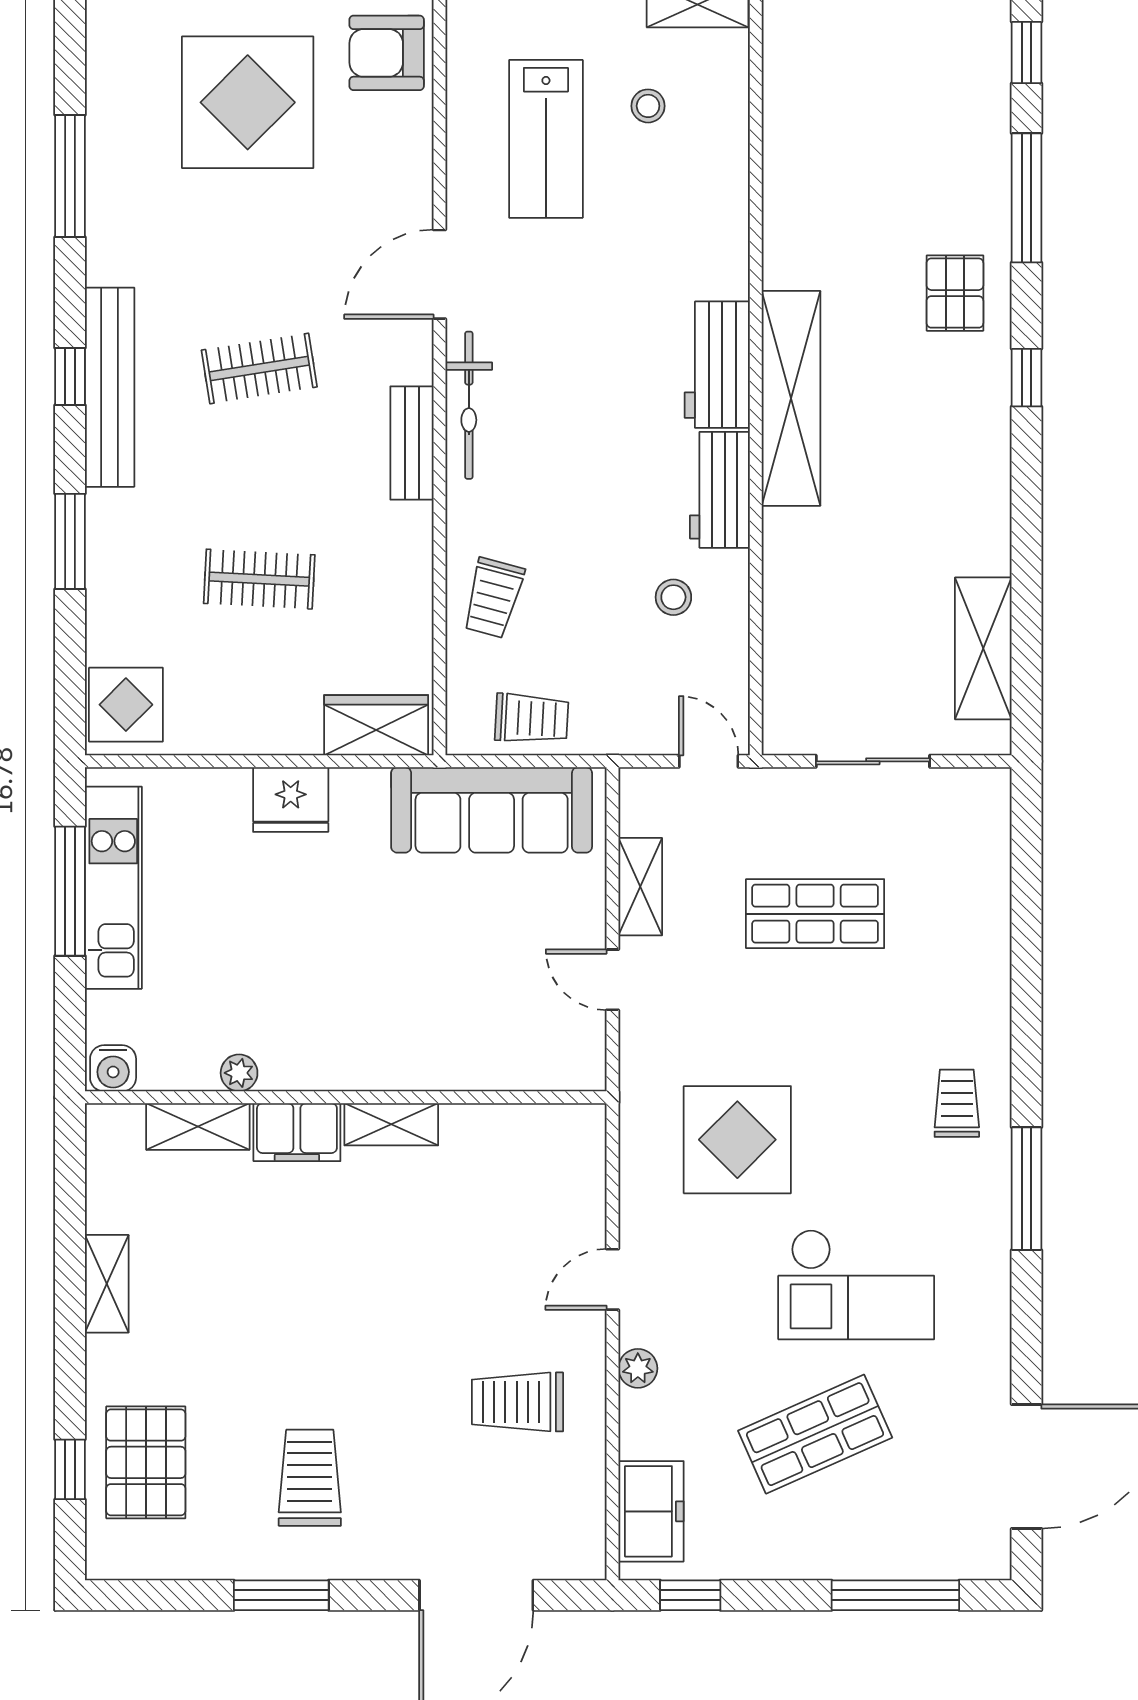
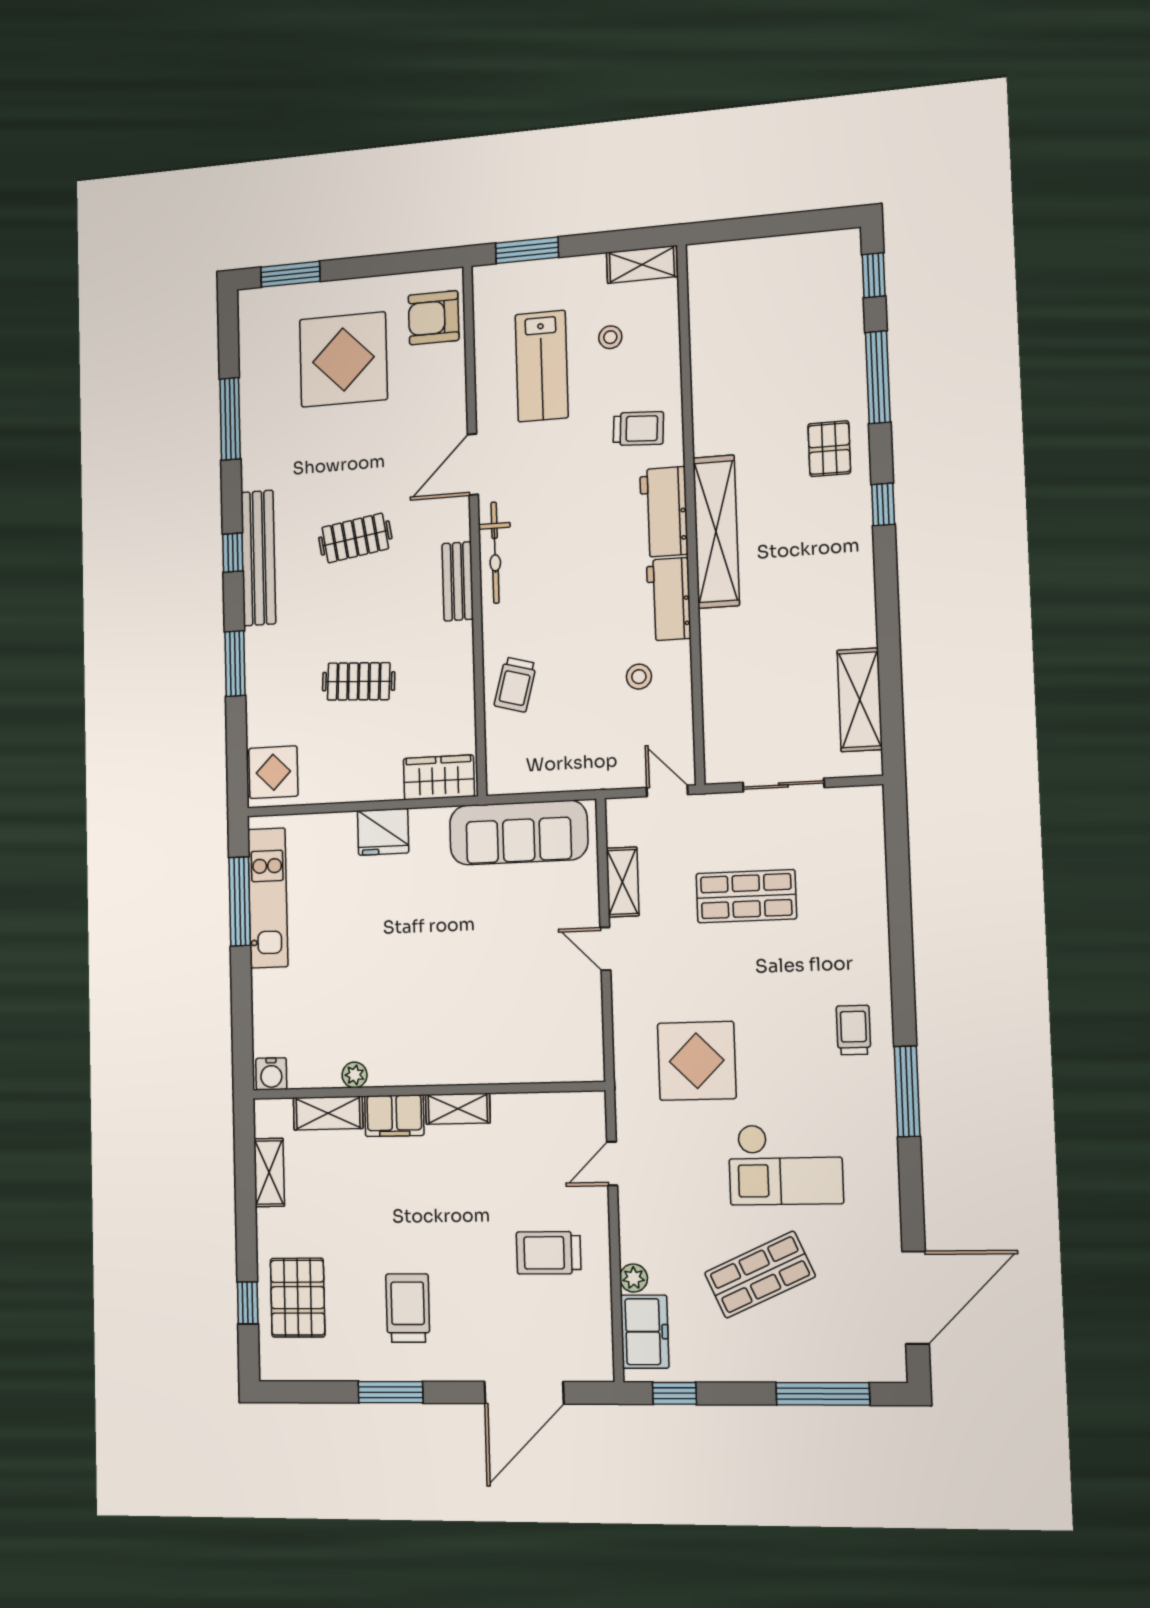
trolley: (532, 718) -> (638, 429), moved
water cooler: (113, 1068) -> (271, 1074), moved
plant: (239, 1073) -> (355, 1075), moved
wall: (346, 1097) -> (426, 1090), moved
shelving: (391, 1124) -> (458, 1109), moved
shelving: (198, 1126) -> (328, 1113), moved
filing cabinet: (297, 1132) -> (394, 1116), moved
plant: (638, 1368) -> (634, 1278), moved

